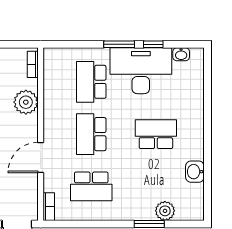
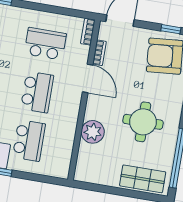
bookcase: (33, 64) -> (99, 53), moved
door: (41, 157) -> (88, 78), hinge flipped

